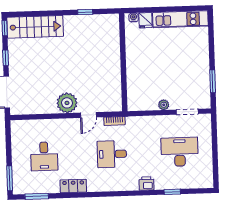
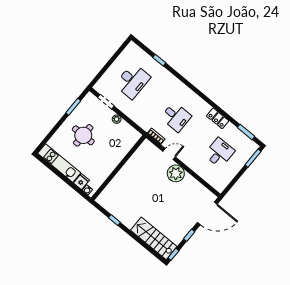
round table: (181, 63) -> (83, 135), added
desk: (180, 152) -> (133, 81), turned -90
printer: (146, 183) -> (171, 80), removed

